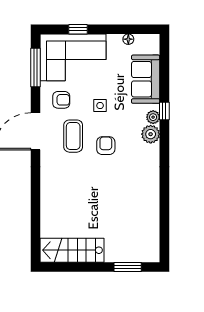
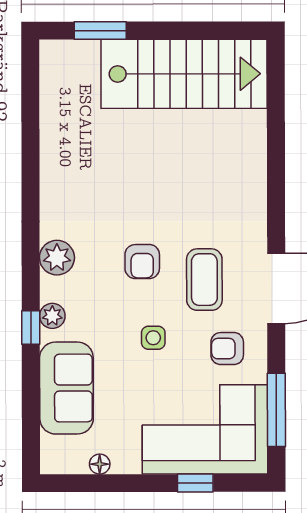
plant: (151, 134) -> (57, 258), moved
stairs: (72, 250) -> (184, 74), width x1.36, depth x1.51

